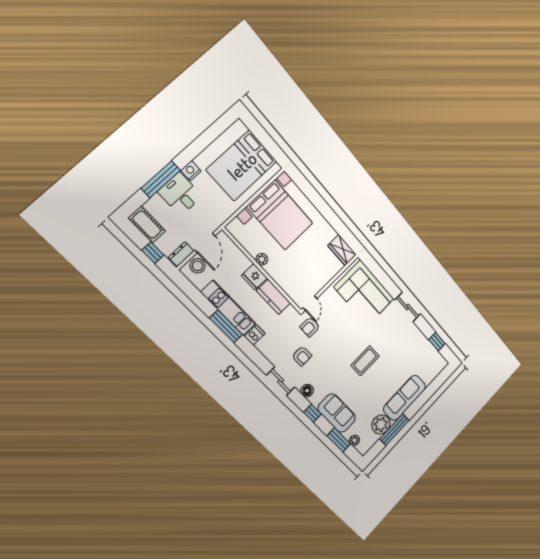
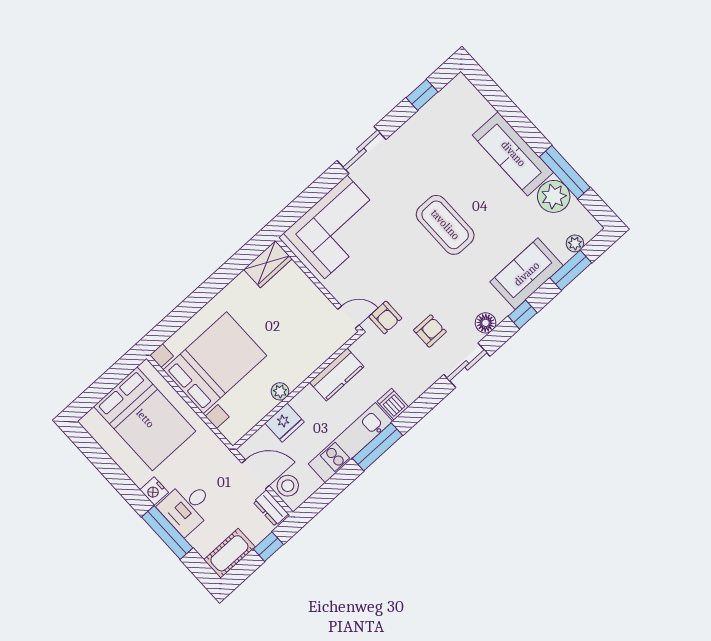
fridge: (254, 277) -> (284, 423), moved
coffee table: (365, 361) -> (445, 225), width x1.36, depth x1.32

